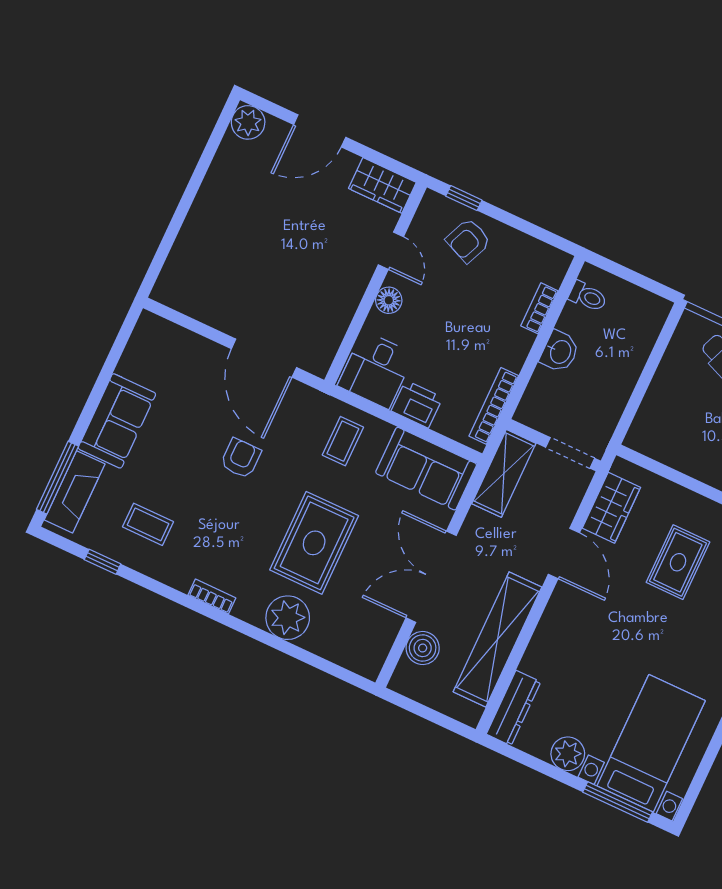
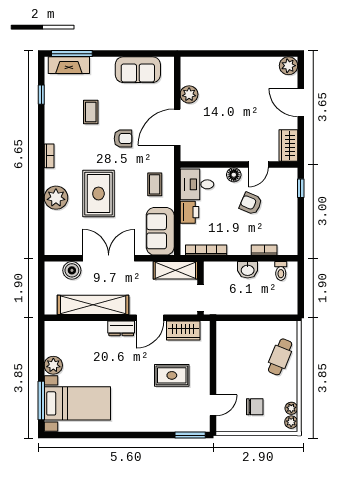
armchair: (468, 241) -> (251, 203), moved
plant: (218, 312) -> (189, 94), added
sofa: (117, 421) -> (138, 70), moved
coffee table: (343, 441) -> (155, 184), turned 90
coffee table: (148, 524) -> (91, 112), moved
rug: (314, 543) -> (98, 194), turned 90
dresser: (514, 708) -> (121, 328), moved, width x0.70

